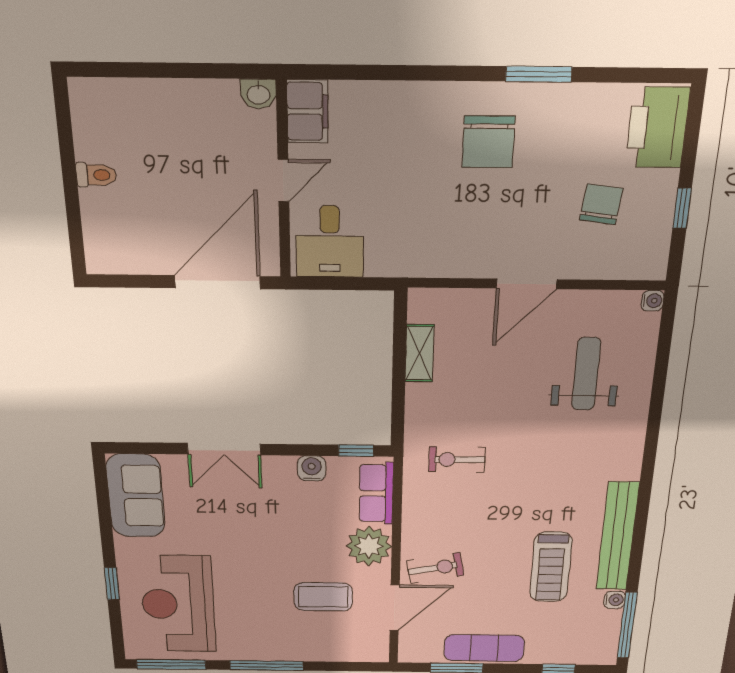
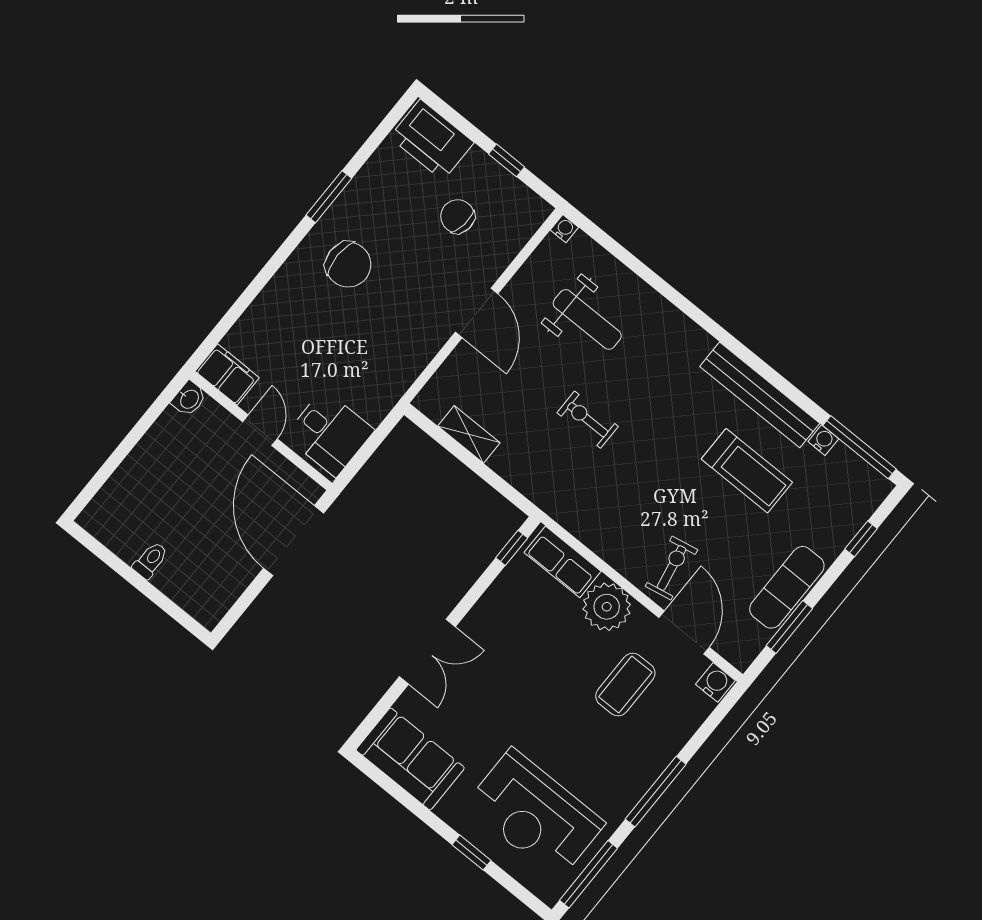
weight bench: (586, 374) -> (587, 319), turned 180
exercise bike: (457, 460) -> (588, 420), moved, turned 90
water cooler: (312, 468) -> (715, 682), moved, turned 90

